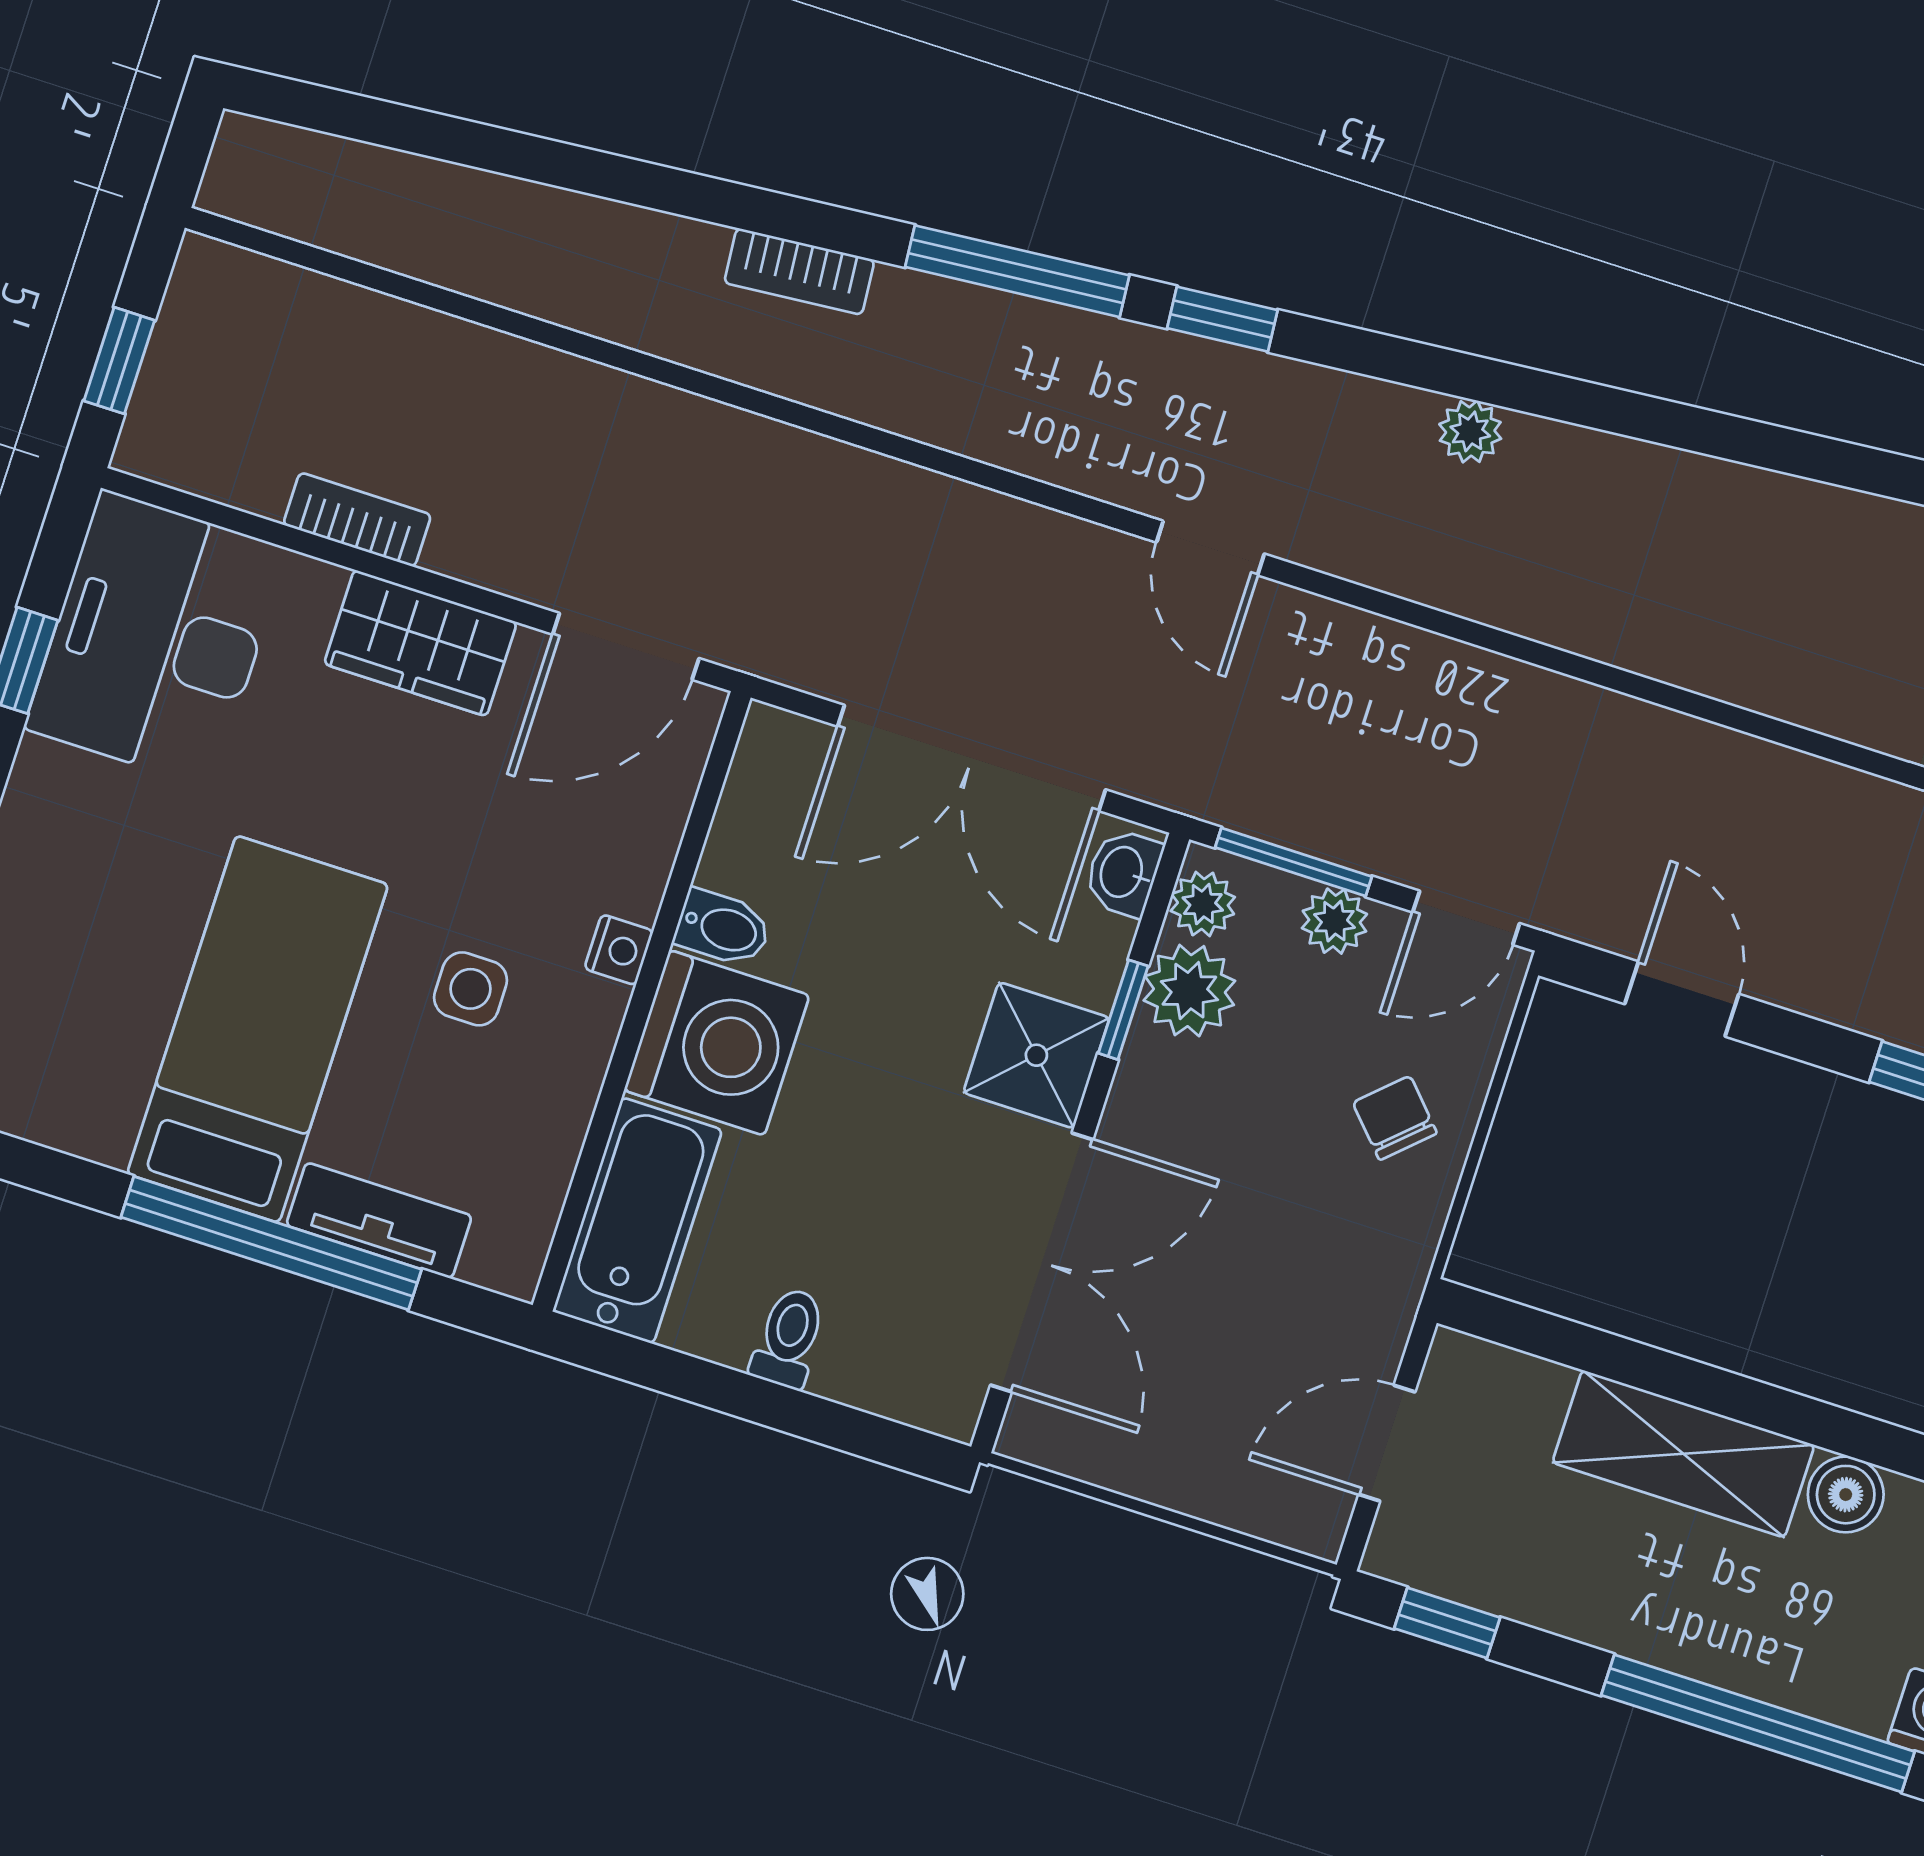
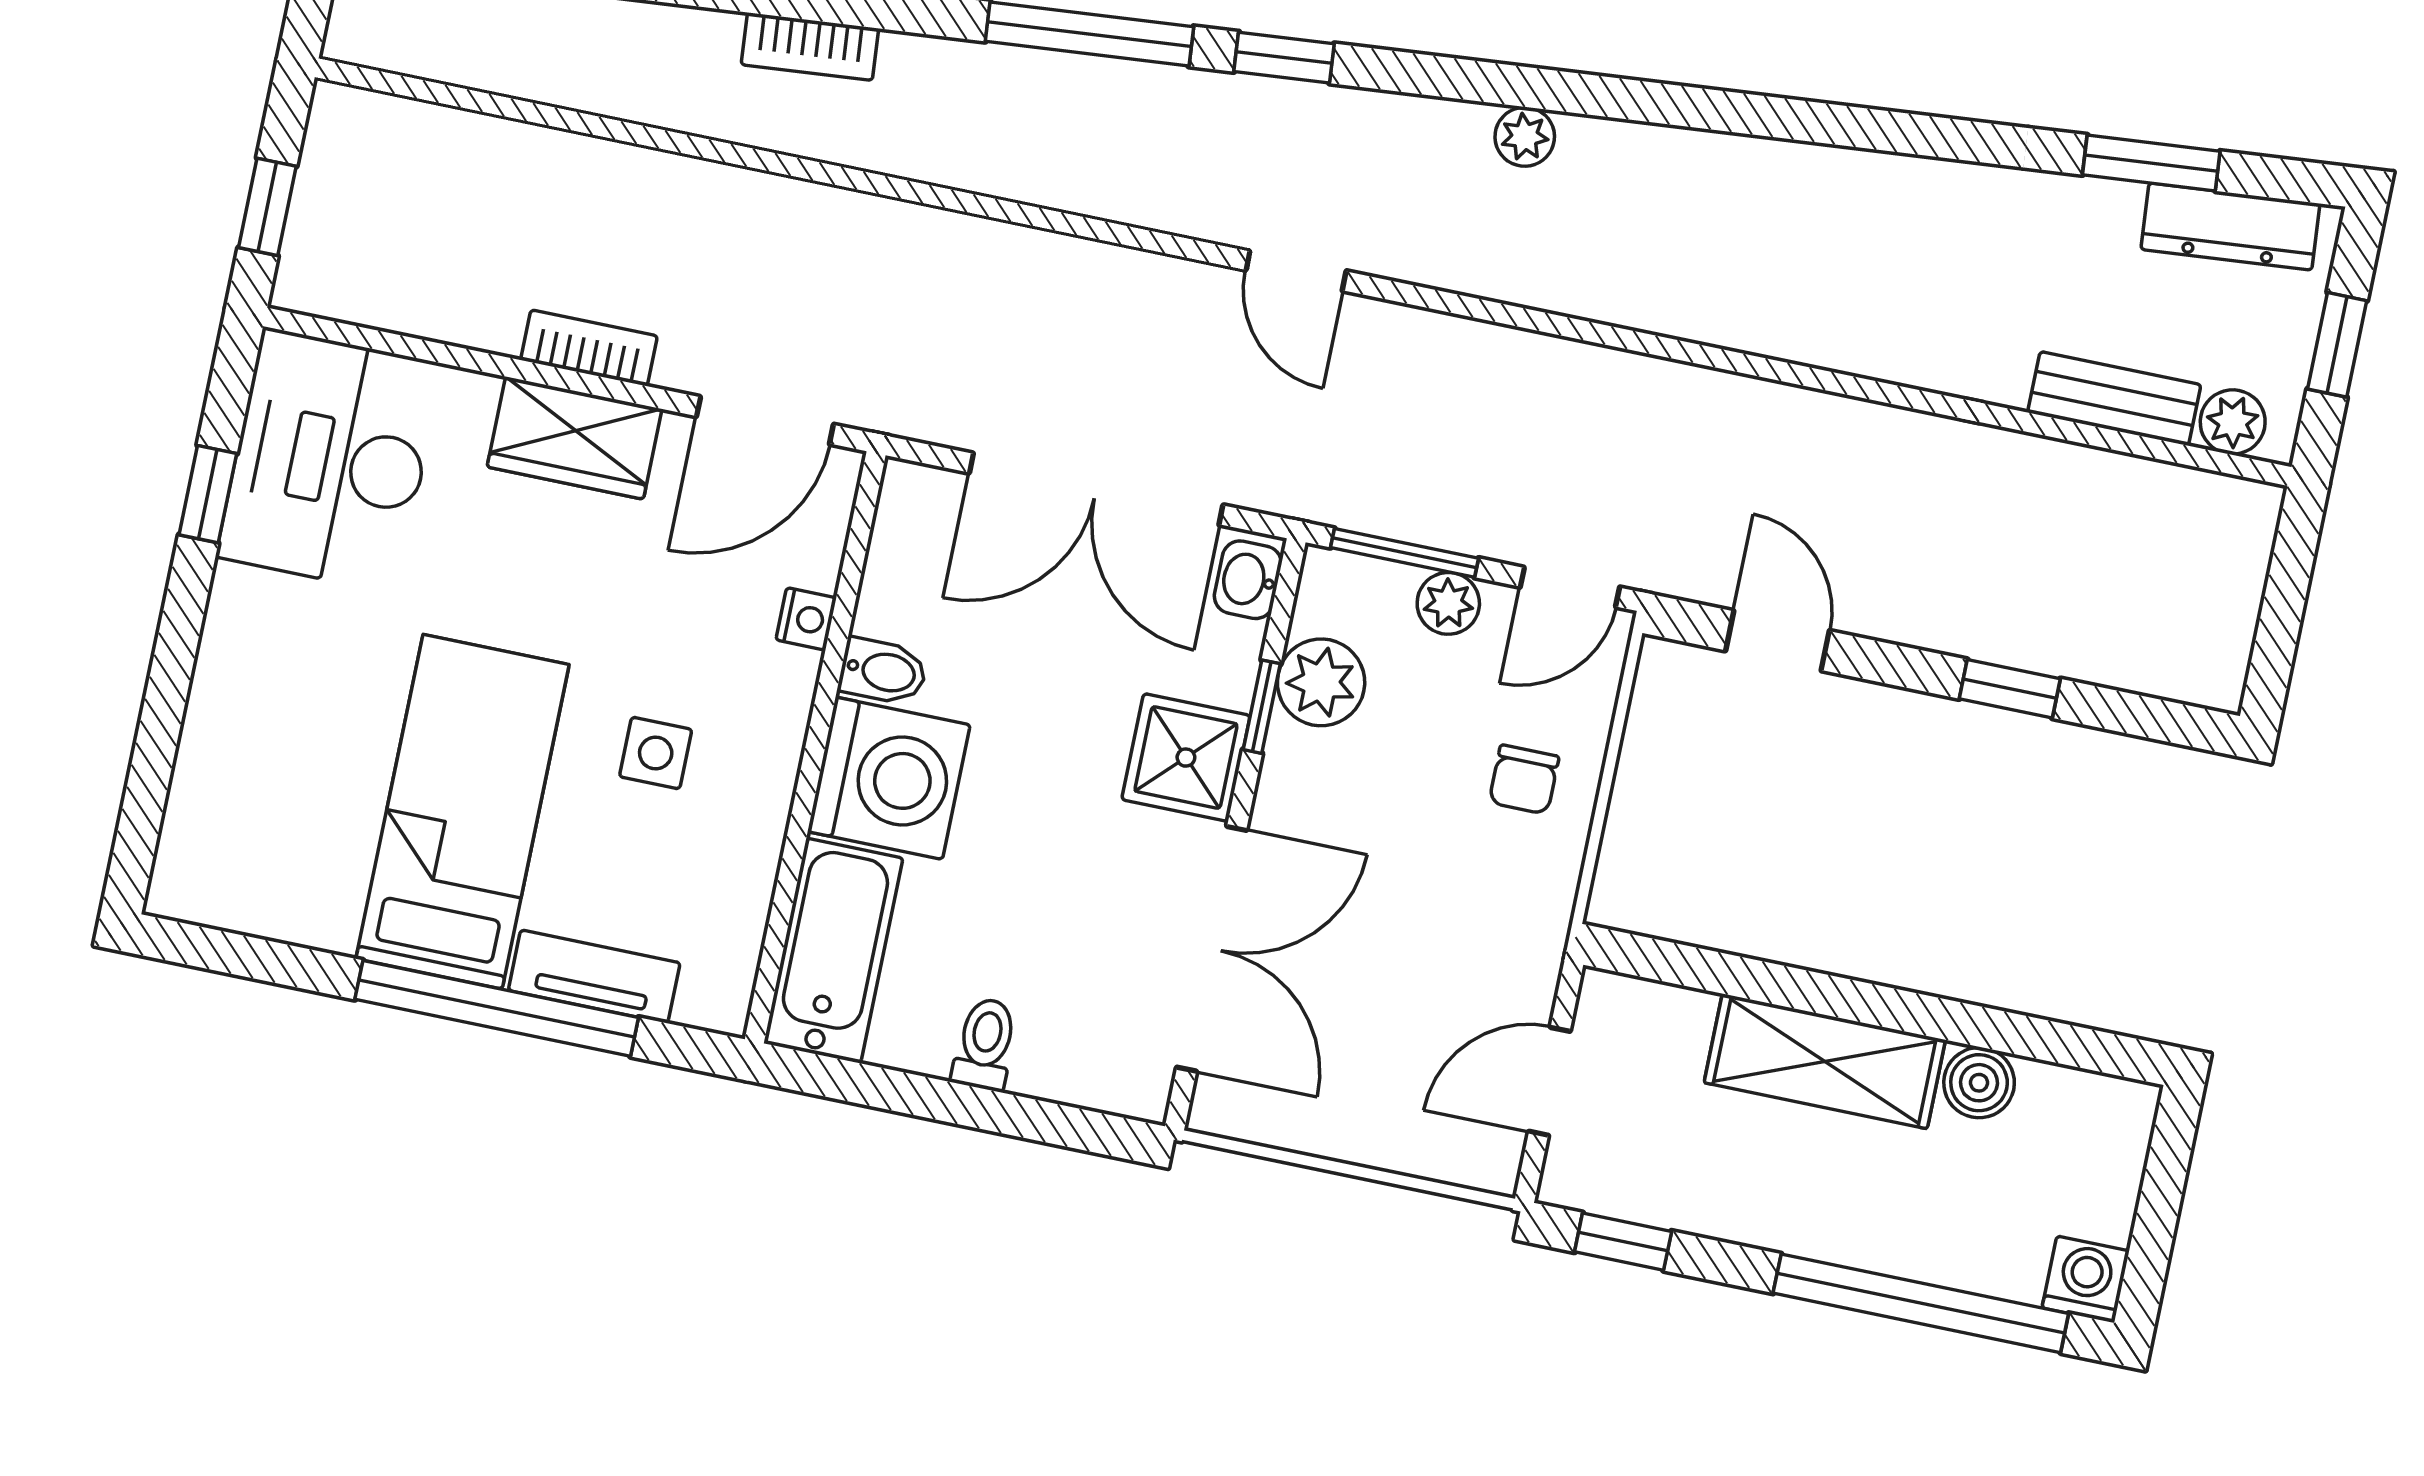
bookcase: (799, 271) -> (810, 47), moved
bookcase: (357, 520) -> (589, 348), moved
plant: (1203, 904) -> (1325, 601), removed
nightstand: (619, 950) -> (806, 619), moved
chair: (1395, 1118) -> (1524, 780), turned -137

